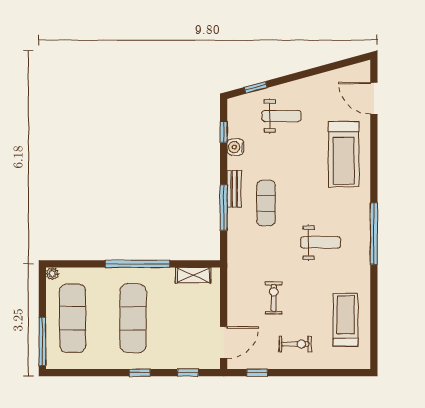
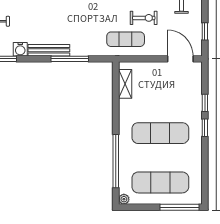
bench: (234, 189) -> (49, 50), width x1.36
exercise mat: (266, 203) -> (126, 39), moved
window: (137, 264) -> (116, 161), moved
exercise bike: (274, 298) -> (144, 18), turned 180
window: (188, 373) -> (205, 103), moved

